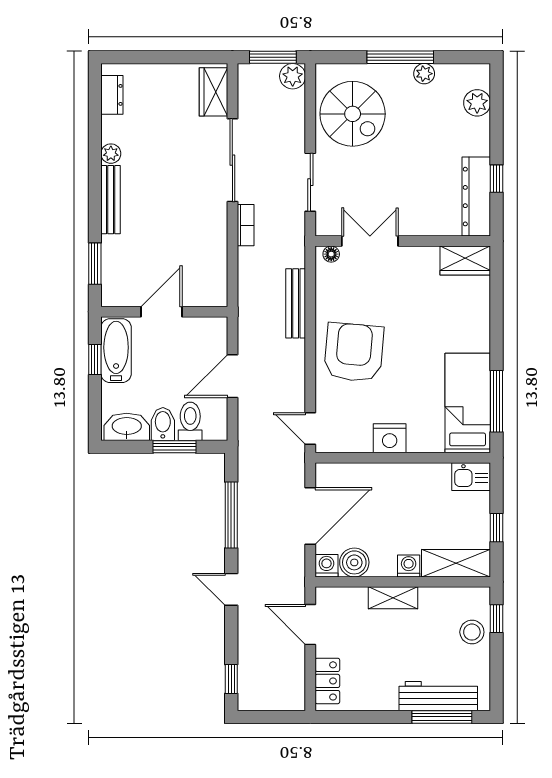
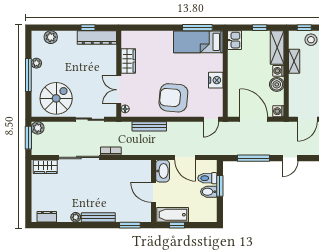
wardrobe: (465, 261) -> (128, 61), moved
washbasin: (127, 427) -> (163, 171), moved, turned 180
boiler: (354, 562) -> (277, 84), moved
shelving: (393, 598) -> (294, 61), moved

